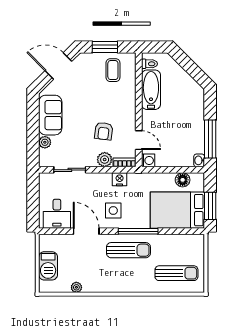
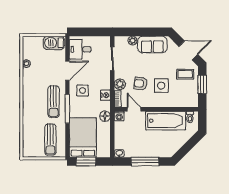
door: (58, 66) -> (188, 50), hinge flipped
coffee table: (113, 70) -> (185, 74), moved
bathtub: (151, 90) -> (166, 121), width x1.36, depth x1.36
side table: (107, 103) -> (161, 86), added
window: (210, 139) -> (145, 161), moved
door: (139, 140) -> (134, 109), swing flipped
floor lamp: (183, 180) -> (105, 116), moved
barbecue: (48, 266) -> (54, 43), moved
sun lounger: (176, 273) -> (50, 140), moved

